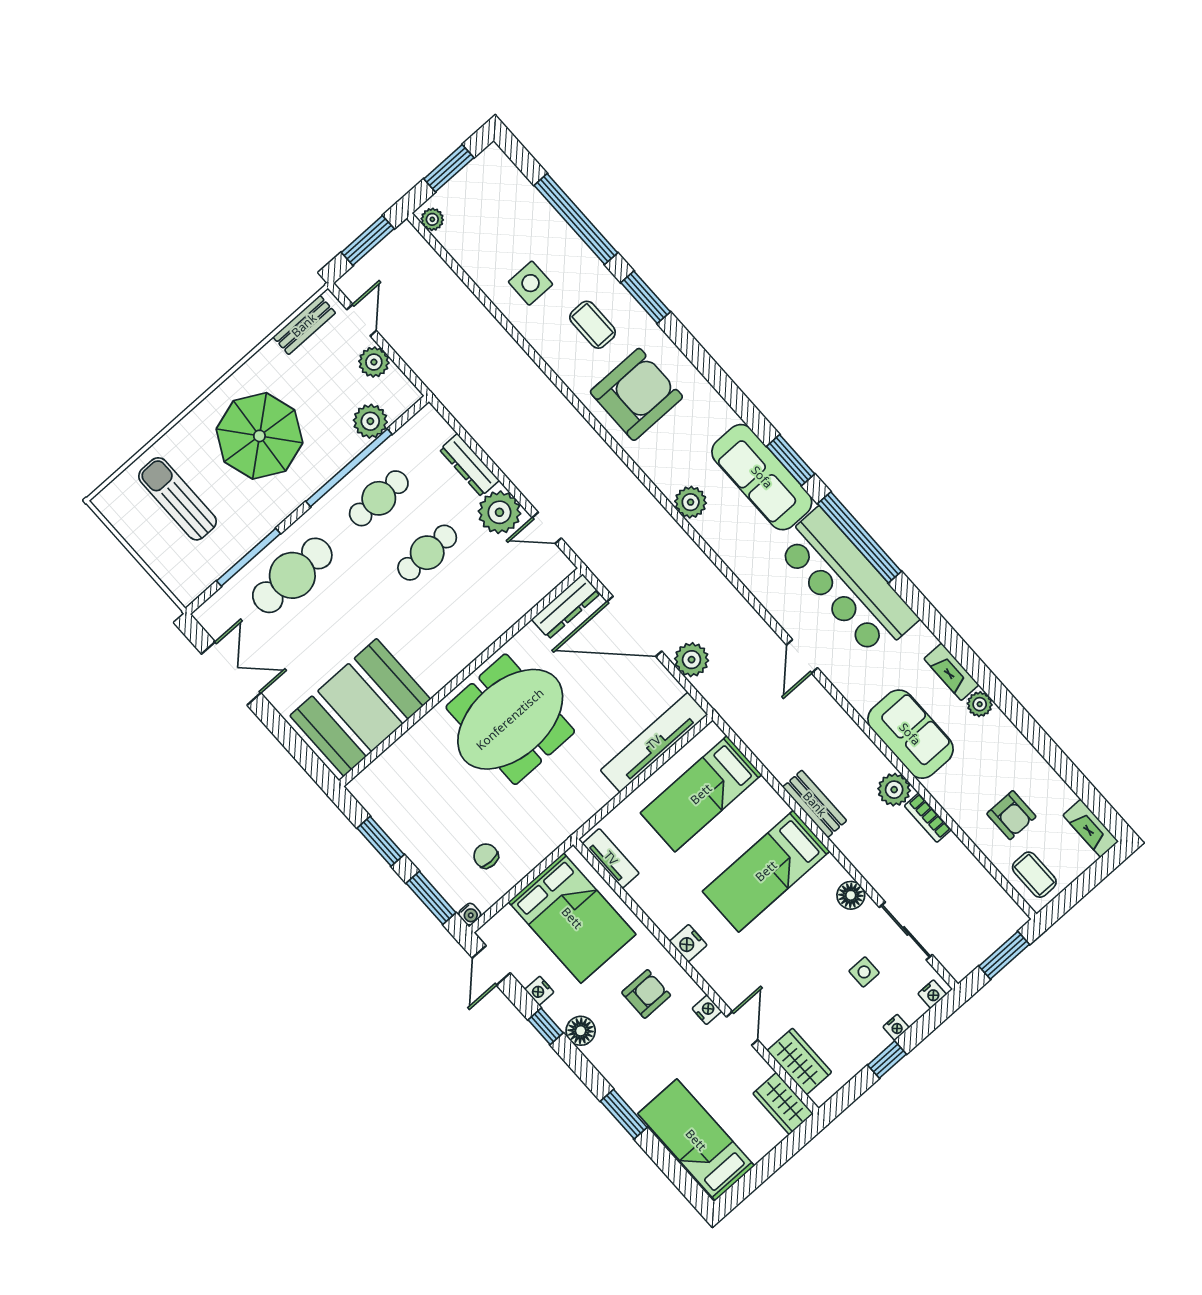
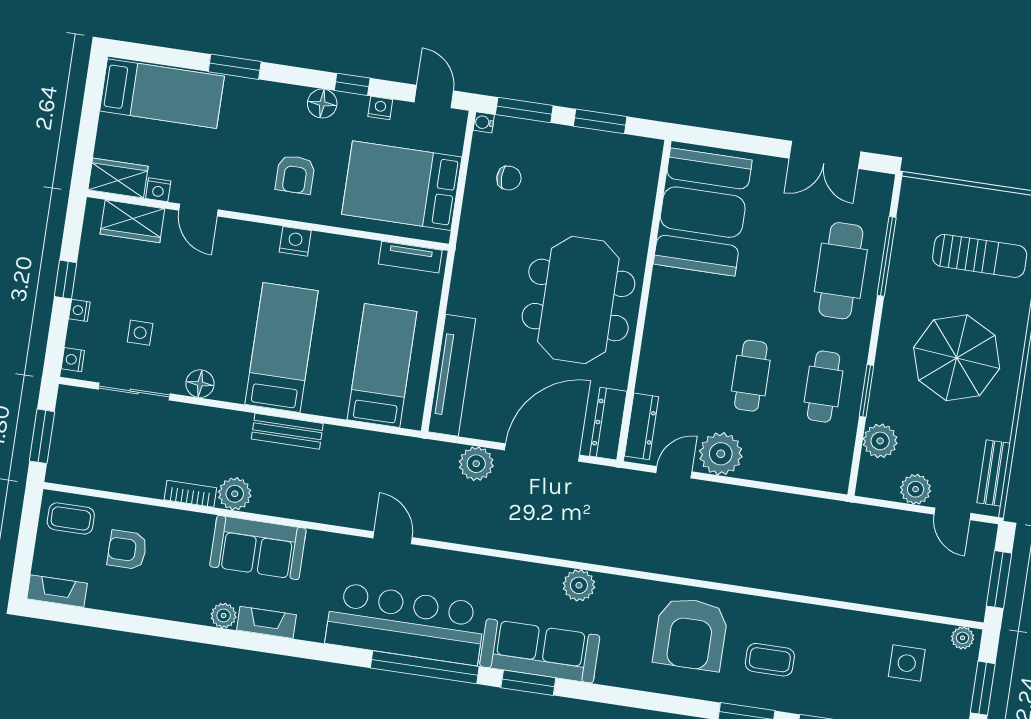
side table: (531, 283) -> (907, 663), moved
dresser: (469, 465) -> (642, 426), moved, turned 90
window: (349, 468) -> (867, 391), width x0.47
nightstand: (707, 1010) -> (158, 190), moved

